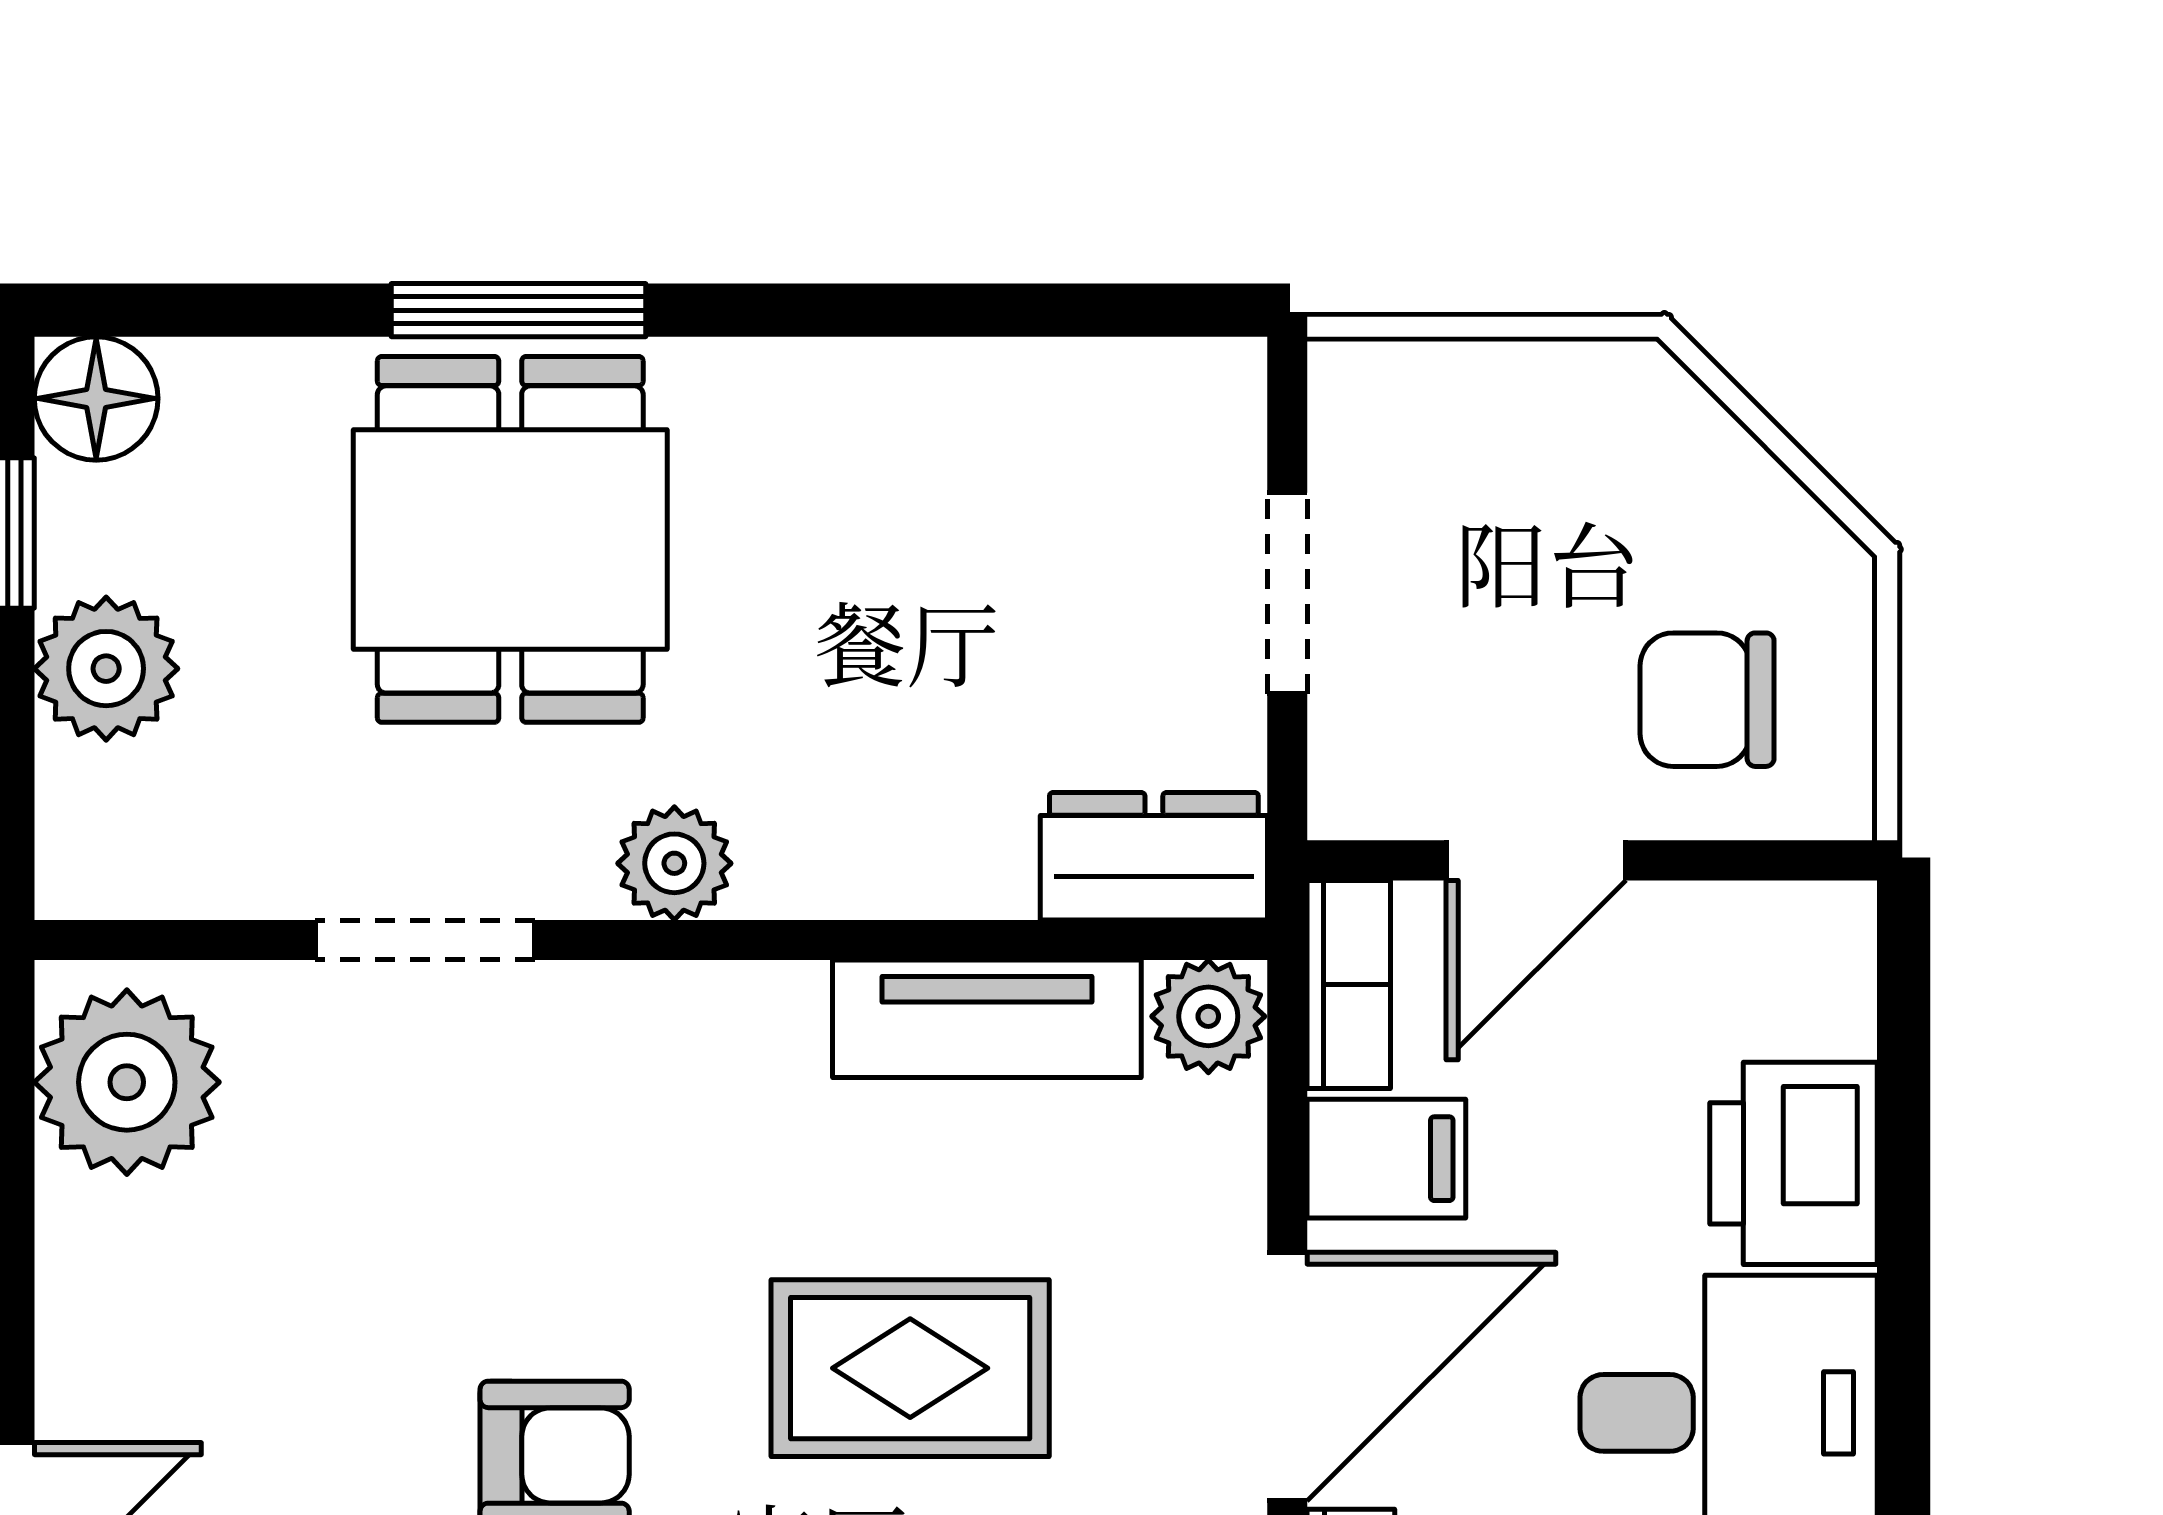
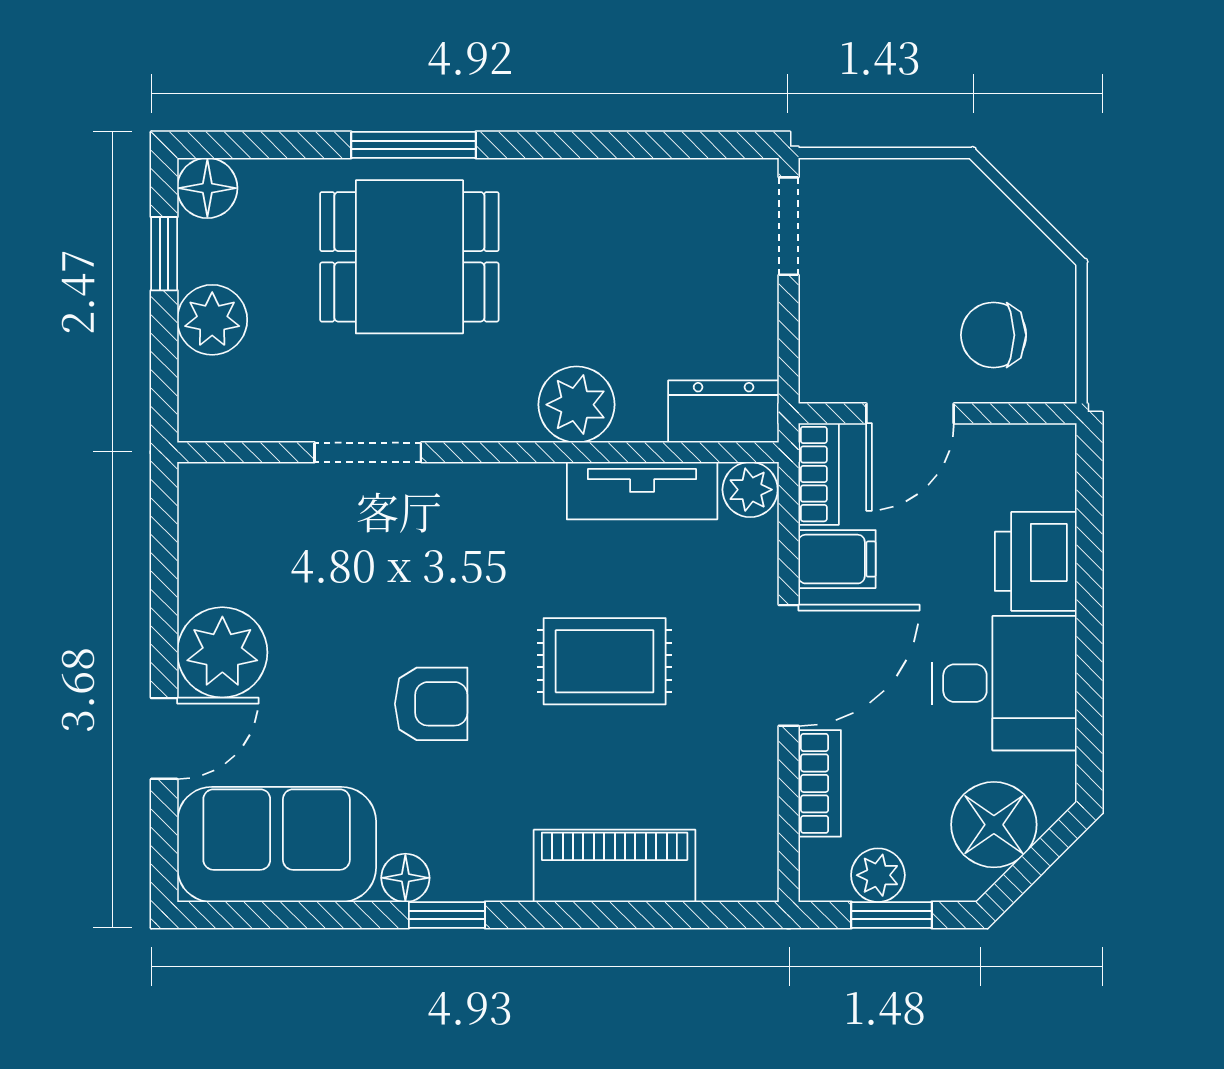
dining table: (510, 539) -> (409, 257), turned 90
doorway: (1287, 593) -> (789, 226), moved
plant: (674, 863) -> (577, 405), moved, width x1.38, depth x1.38
plant: (127, 1082) -> (222, 652), moved

